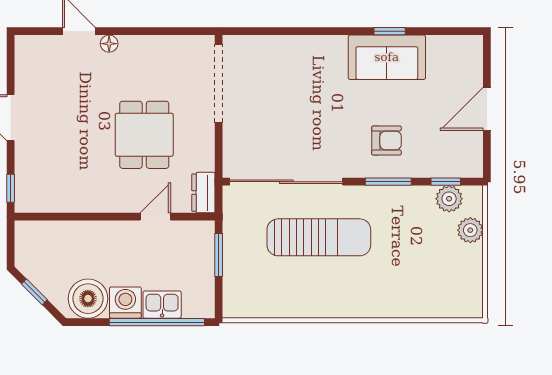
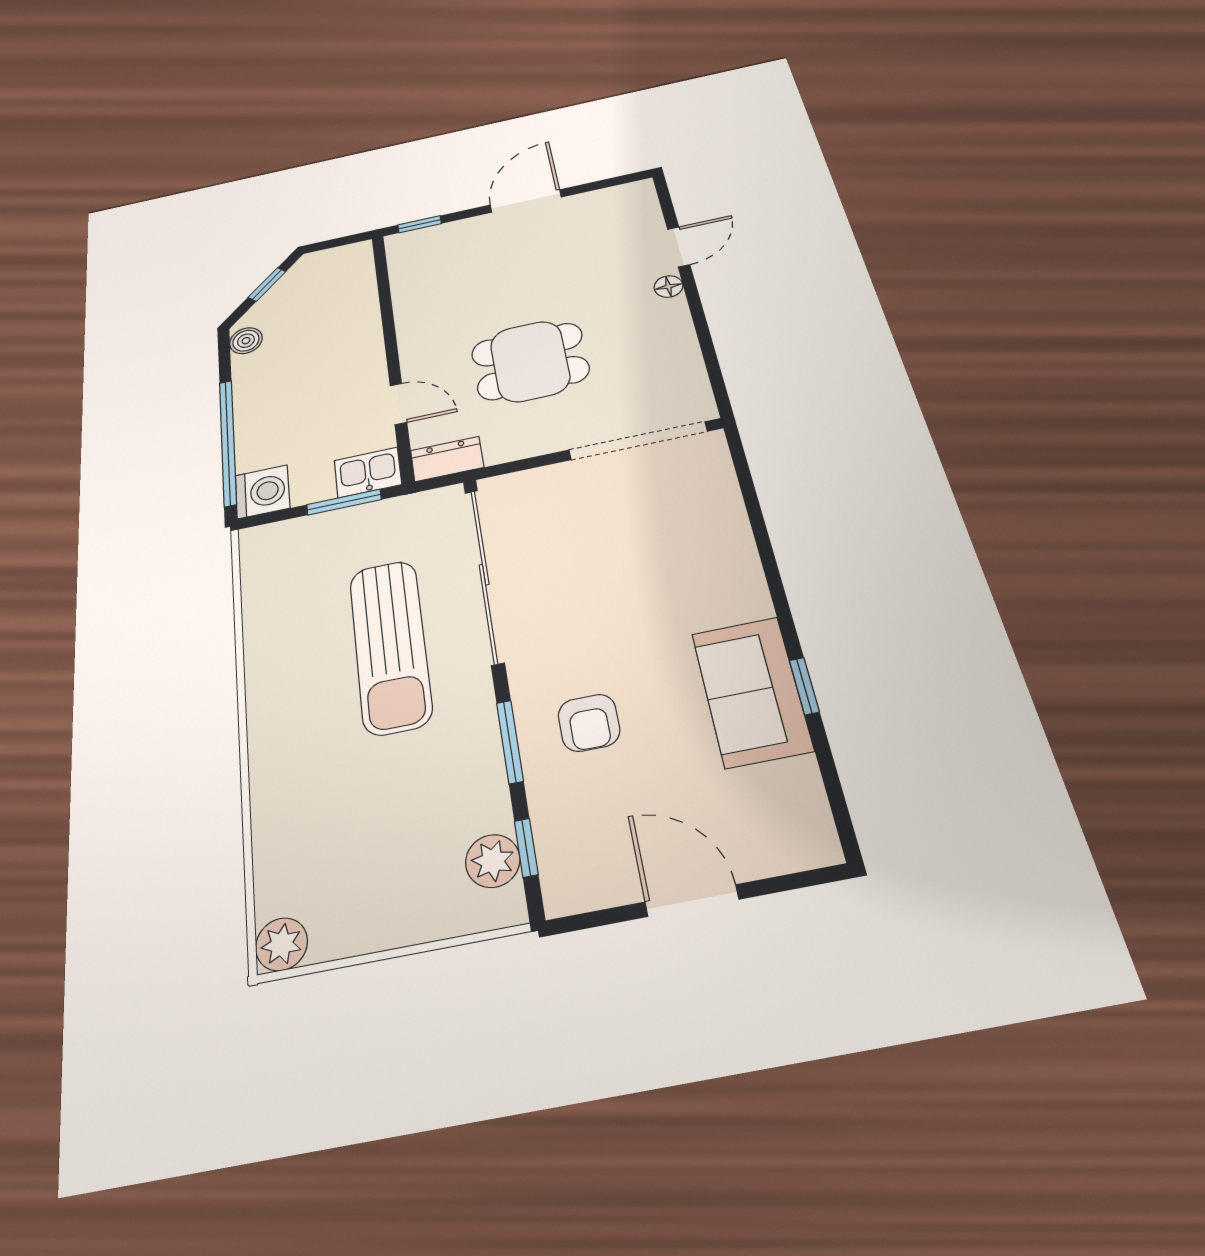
plant: (470, 230) -> (282, 944), moved
boiler: (88, 299) -> (246, 341), width x0.54, depth x0.54
washing machine: (125, 303) -> (262, 492), moved
kitchen sink: (162, 305) -> (368, 472), moved, turned -90

